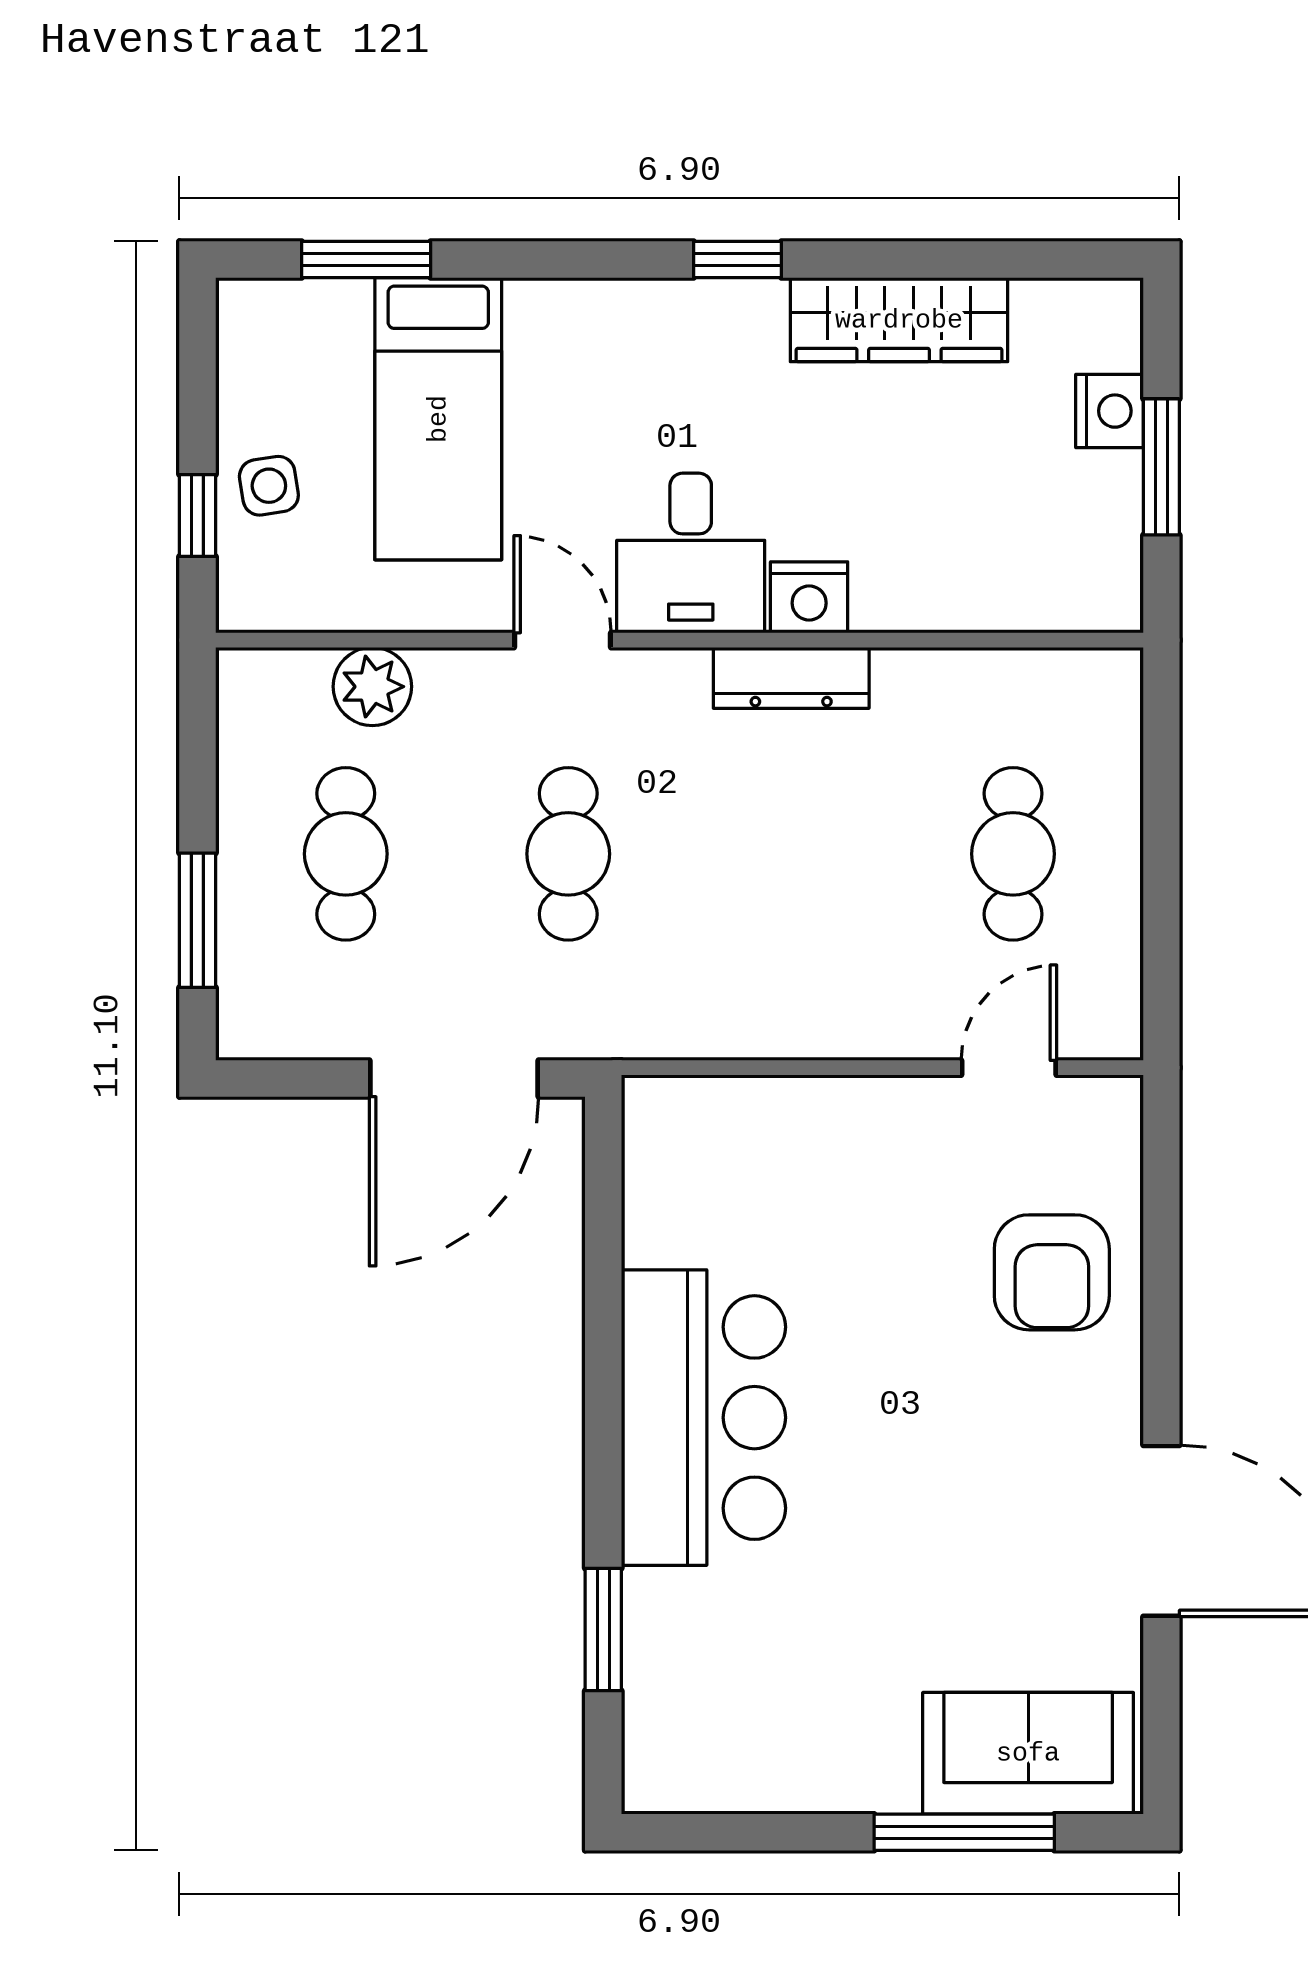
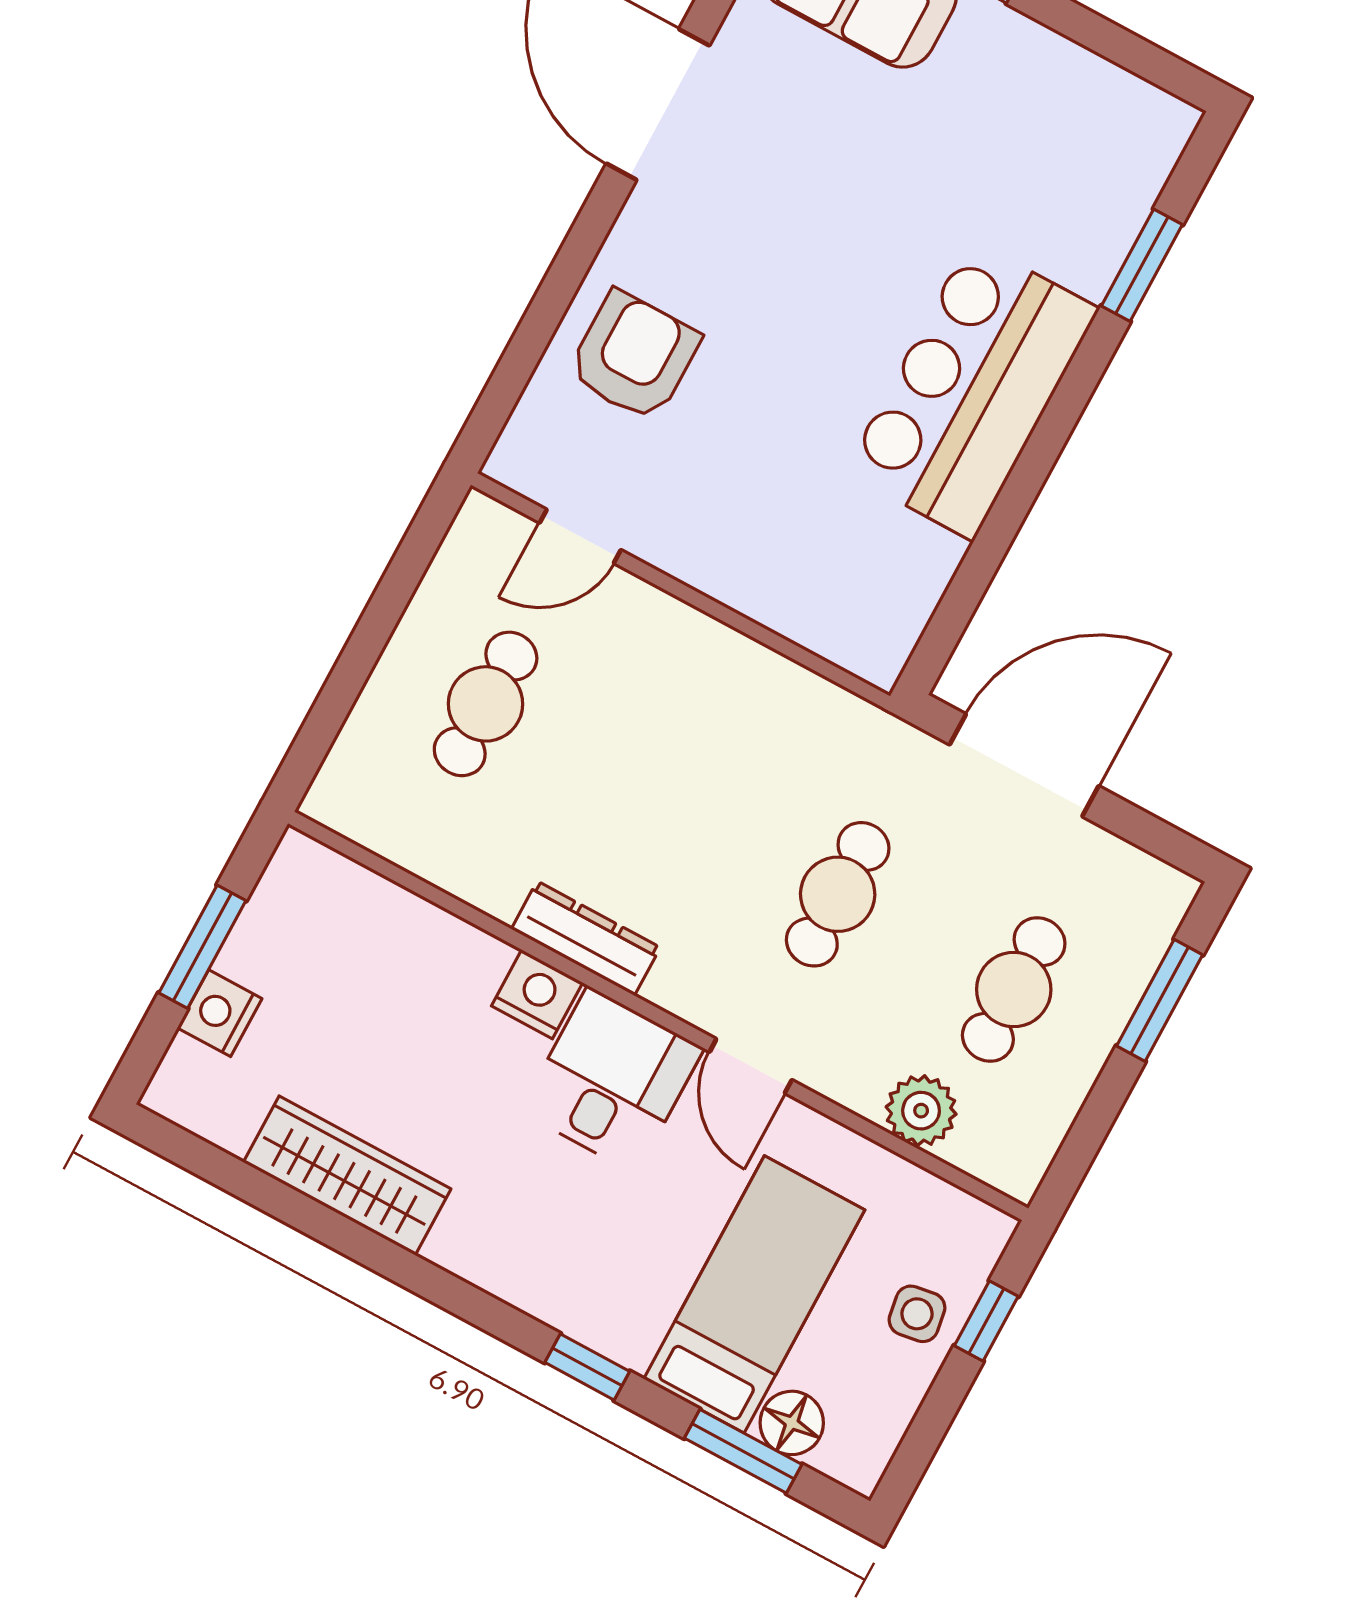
window: (738, 260) -> (587, 1367), moved
floor lamp: (334, 313) -> (792, 1423), added

